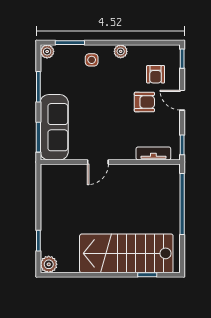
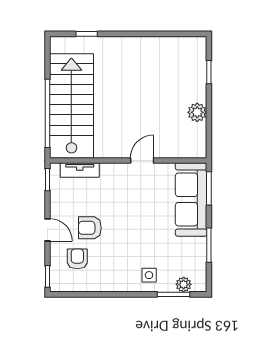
plant: (47, 51) -> (184, 284), moved
plant: (121, 51) -> (116, 285), removed
stairs: (126, 253) -> (71, 106), moved, turned -90
plant: (49, 264) -> (197, 112), moved

